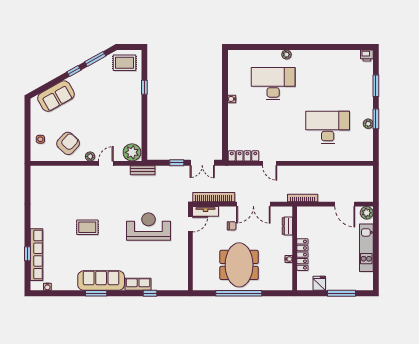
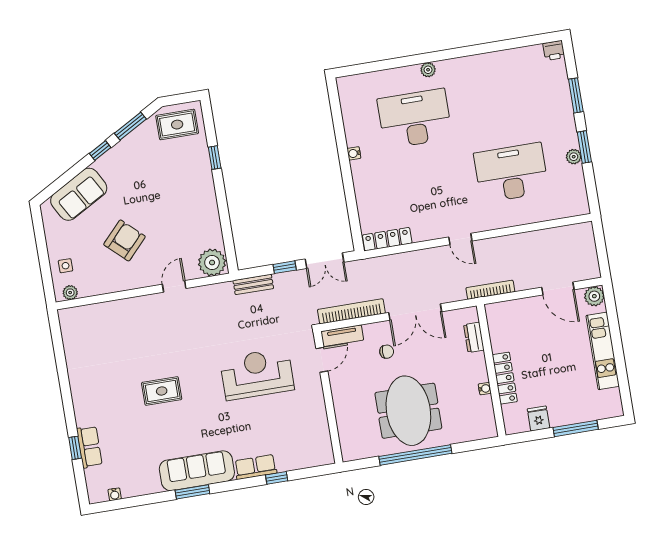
armchair: (68, 143) -> (124, 240), moved
plant: (90, 156) -> (70, 293), moved
door: (270, 163) -> (460, 239), moved
bench: (143, 170) -> (253, 284), moved
row of seats: (37, 255) -> (89, 447), width x0.50

